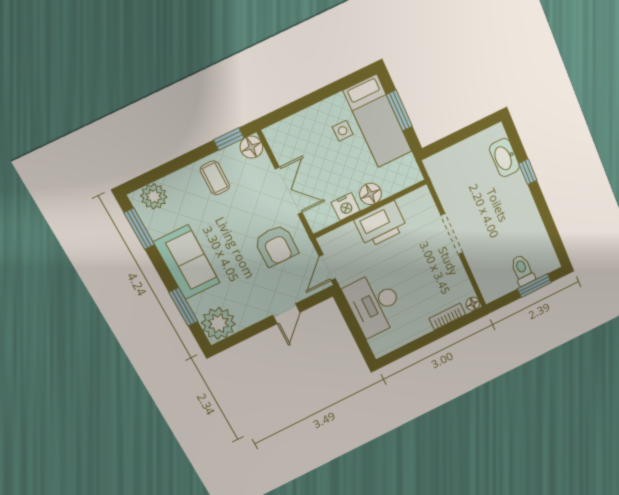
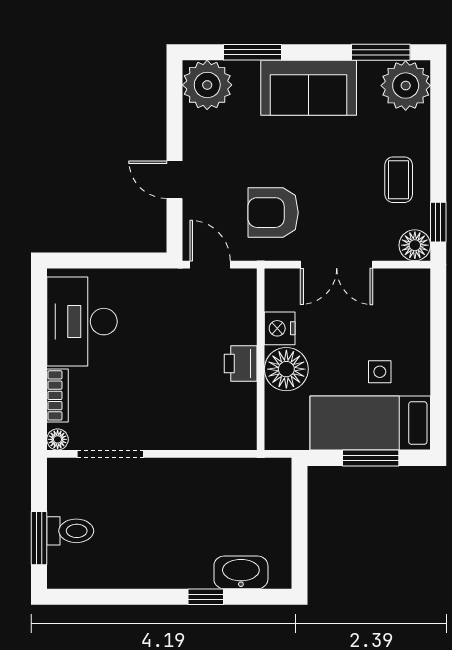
coffee table: (215, 178) -> (399, 180), turned 90
floor lamp: (370, 194) -> (286, 369), width x1.38, depth x1.38
plant: (154, 196) -> (406, 86), width x1.36, depth x1.36
printer: (381, 224) -> (241, 363), width x0.53, depth x0.68
doorway: (452, 234) -> (110, 454), moved
desk: (374, 304) -> (82, 322), moved, turned -90

